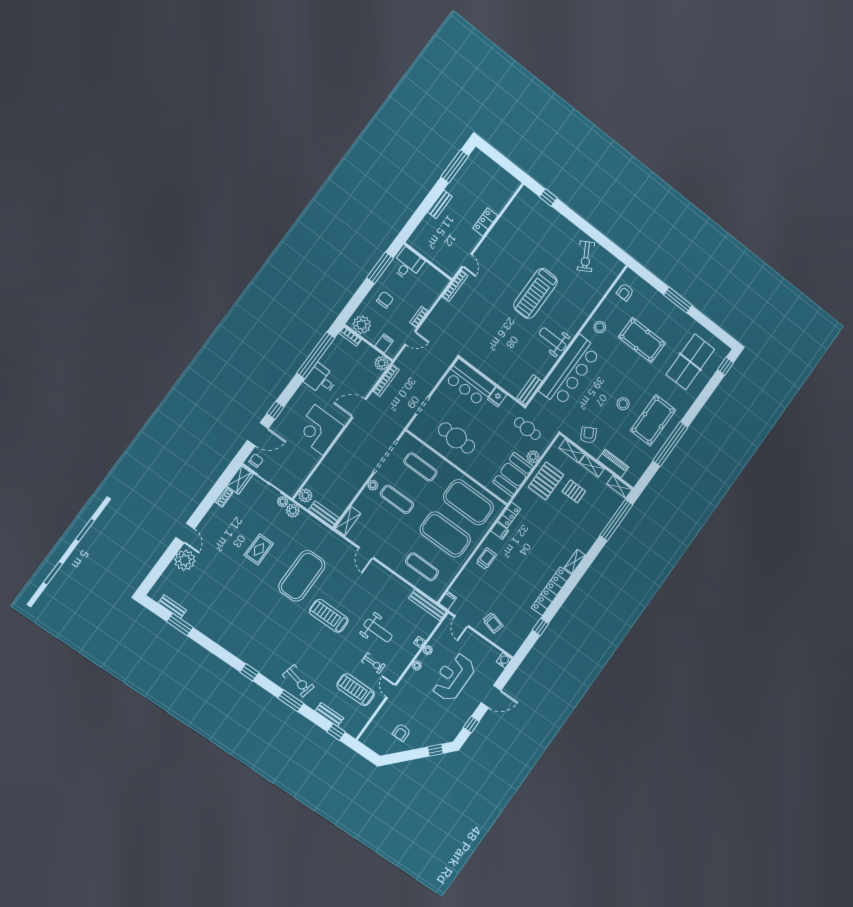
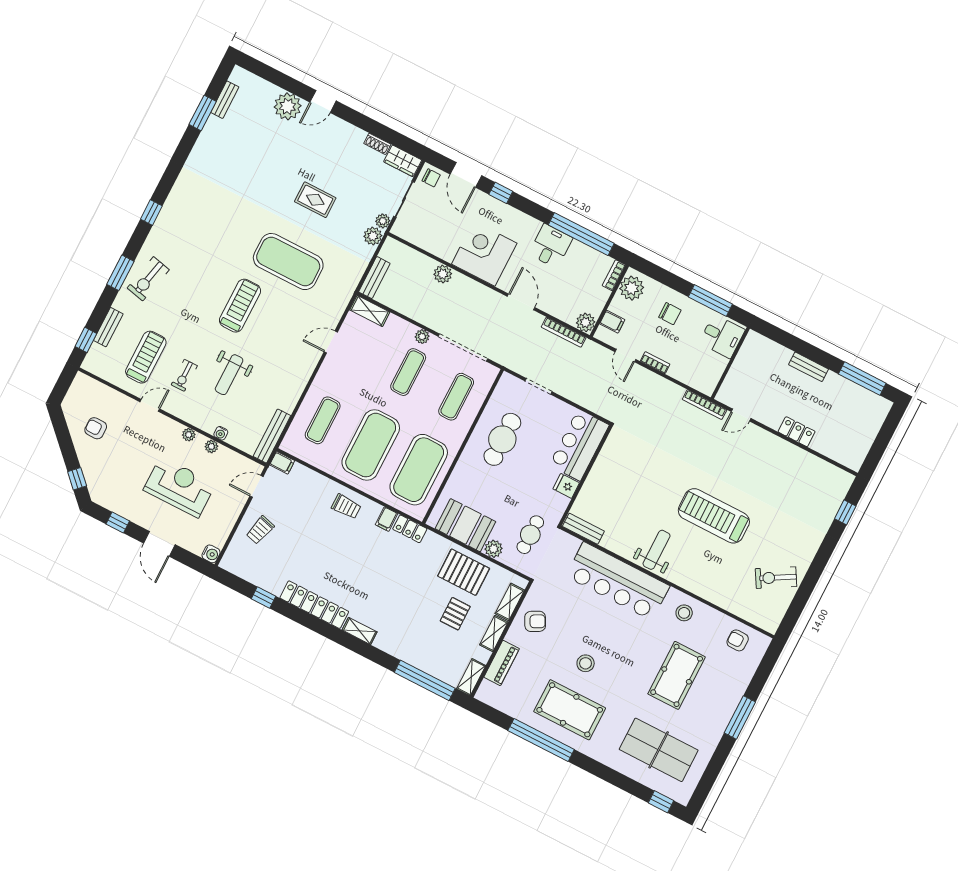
plant: (305, 495) -> (443, 274), moved

